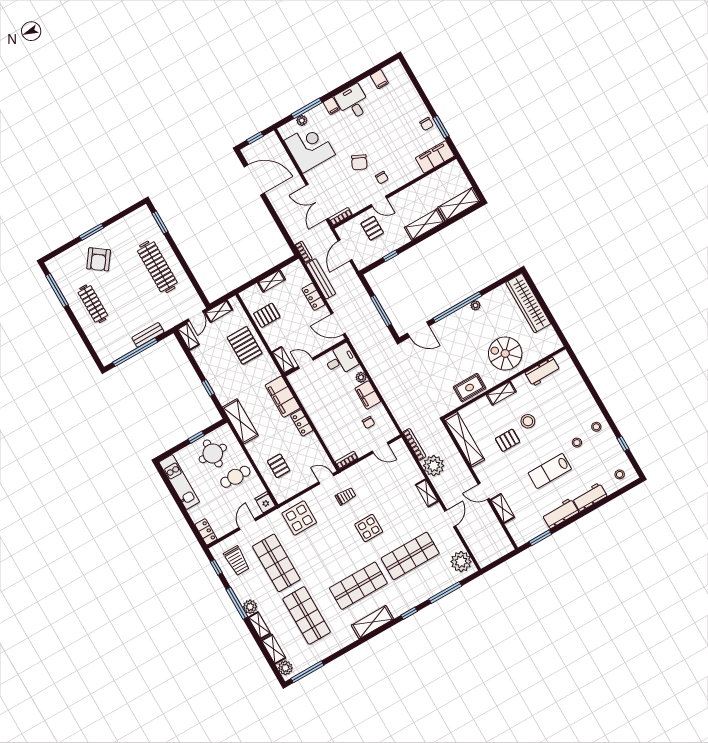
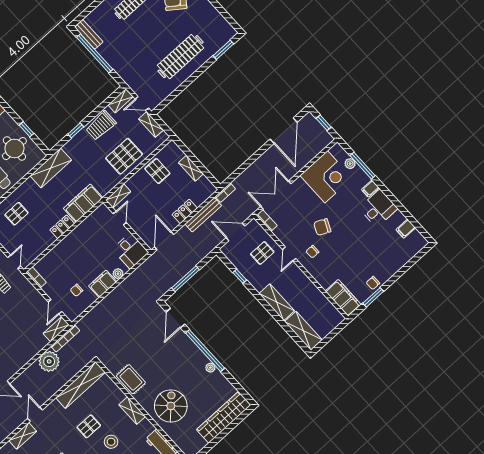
bench: (148, 335) -> (89, 34), moved
trolley: (209, 362) -> (101, 126), added
pallet: (508, 440) -> (89, 426), turned 90
shelving: (427, 493) -> (56, 329), moved

